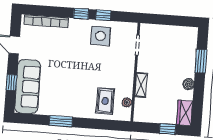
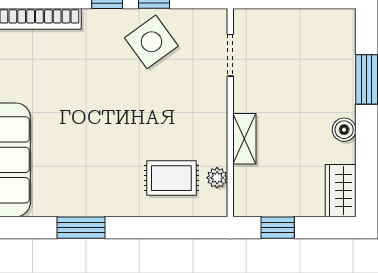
side table: (101, 36) -> (151, 42), turned -36
rug: (105, 101) -> (171, 178), turned 90
window: (167, 129) -> (278, 228), moved

